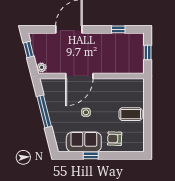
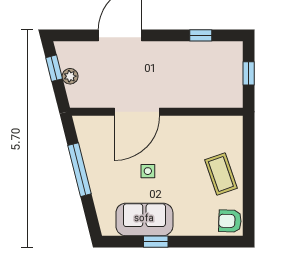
plant: (42, 67) -> (70, 76), moved
coffee table: (131, 114) -> (221, 174), turned 71
armchair: (115, 139) -> (230, 221), moved

